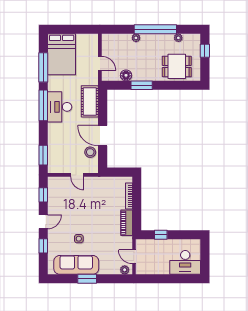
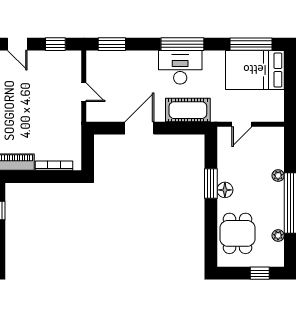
window: (43, 67) -> (251, 44), moved
floor lamp: (126, 75) -> (225, 190), moved
stool: (90, 152) -> (116, 111), removed
door: (77, 175) -> (84, 92), swing flipped

